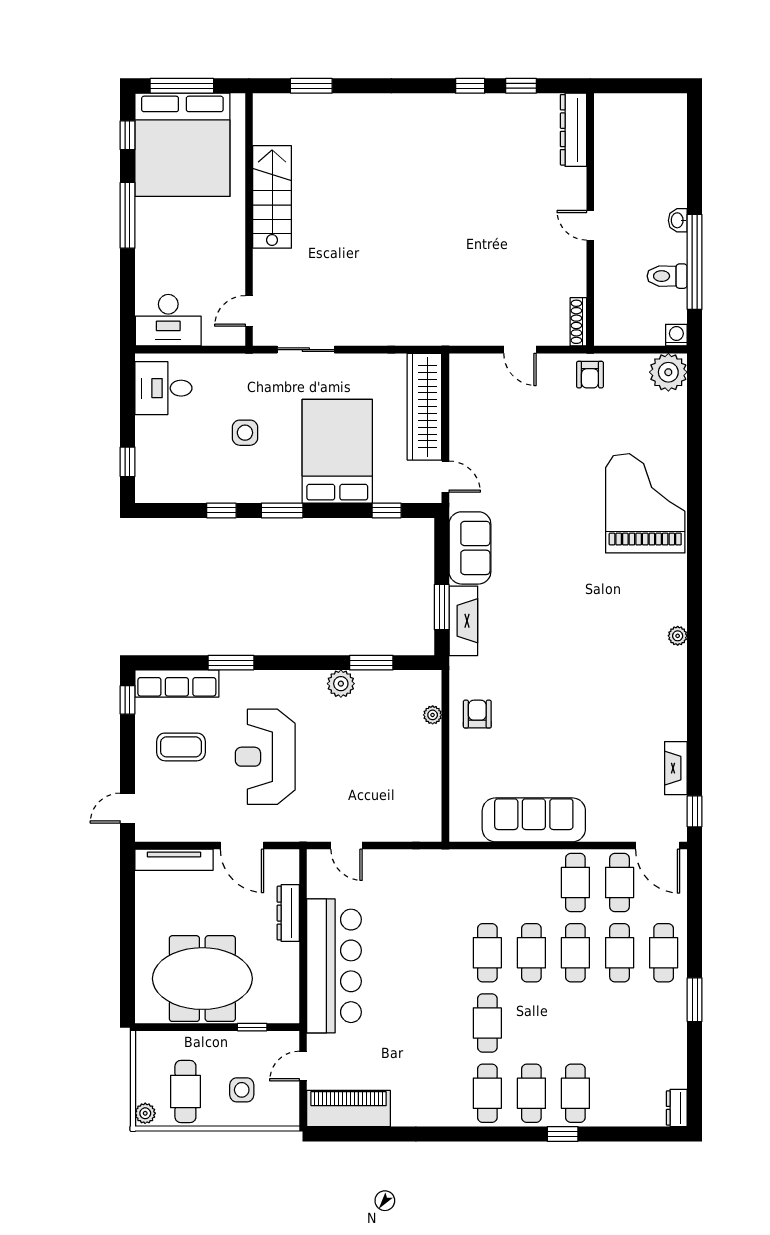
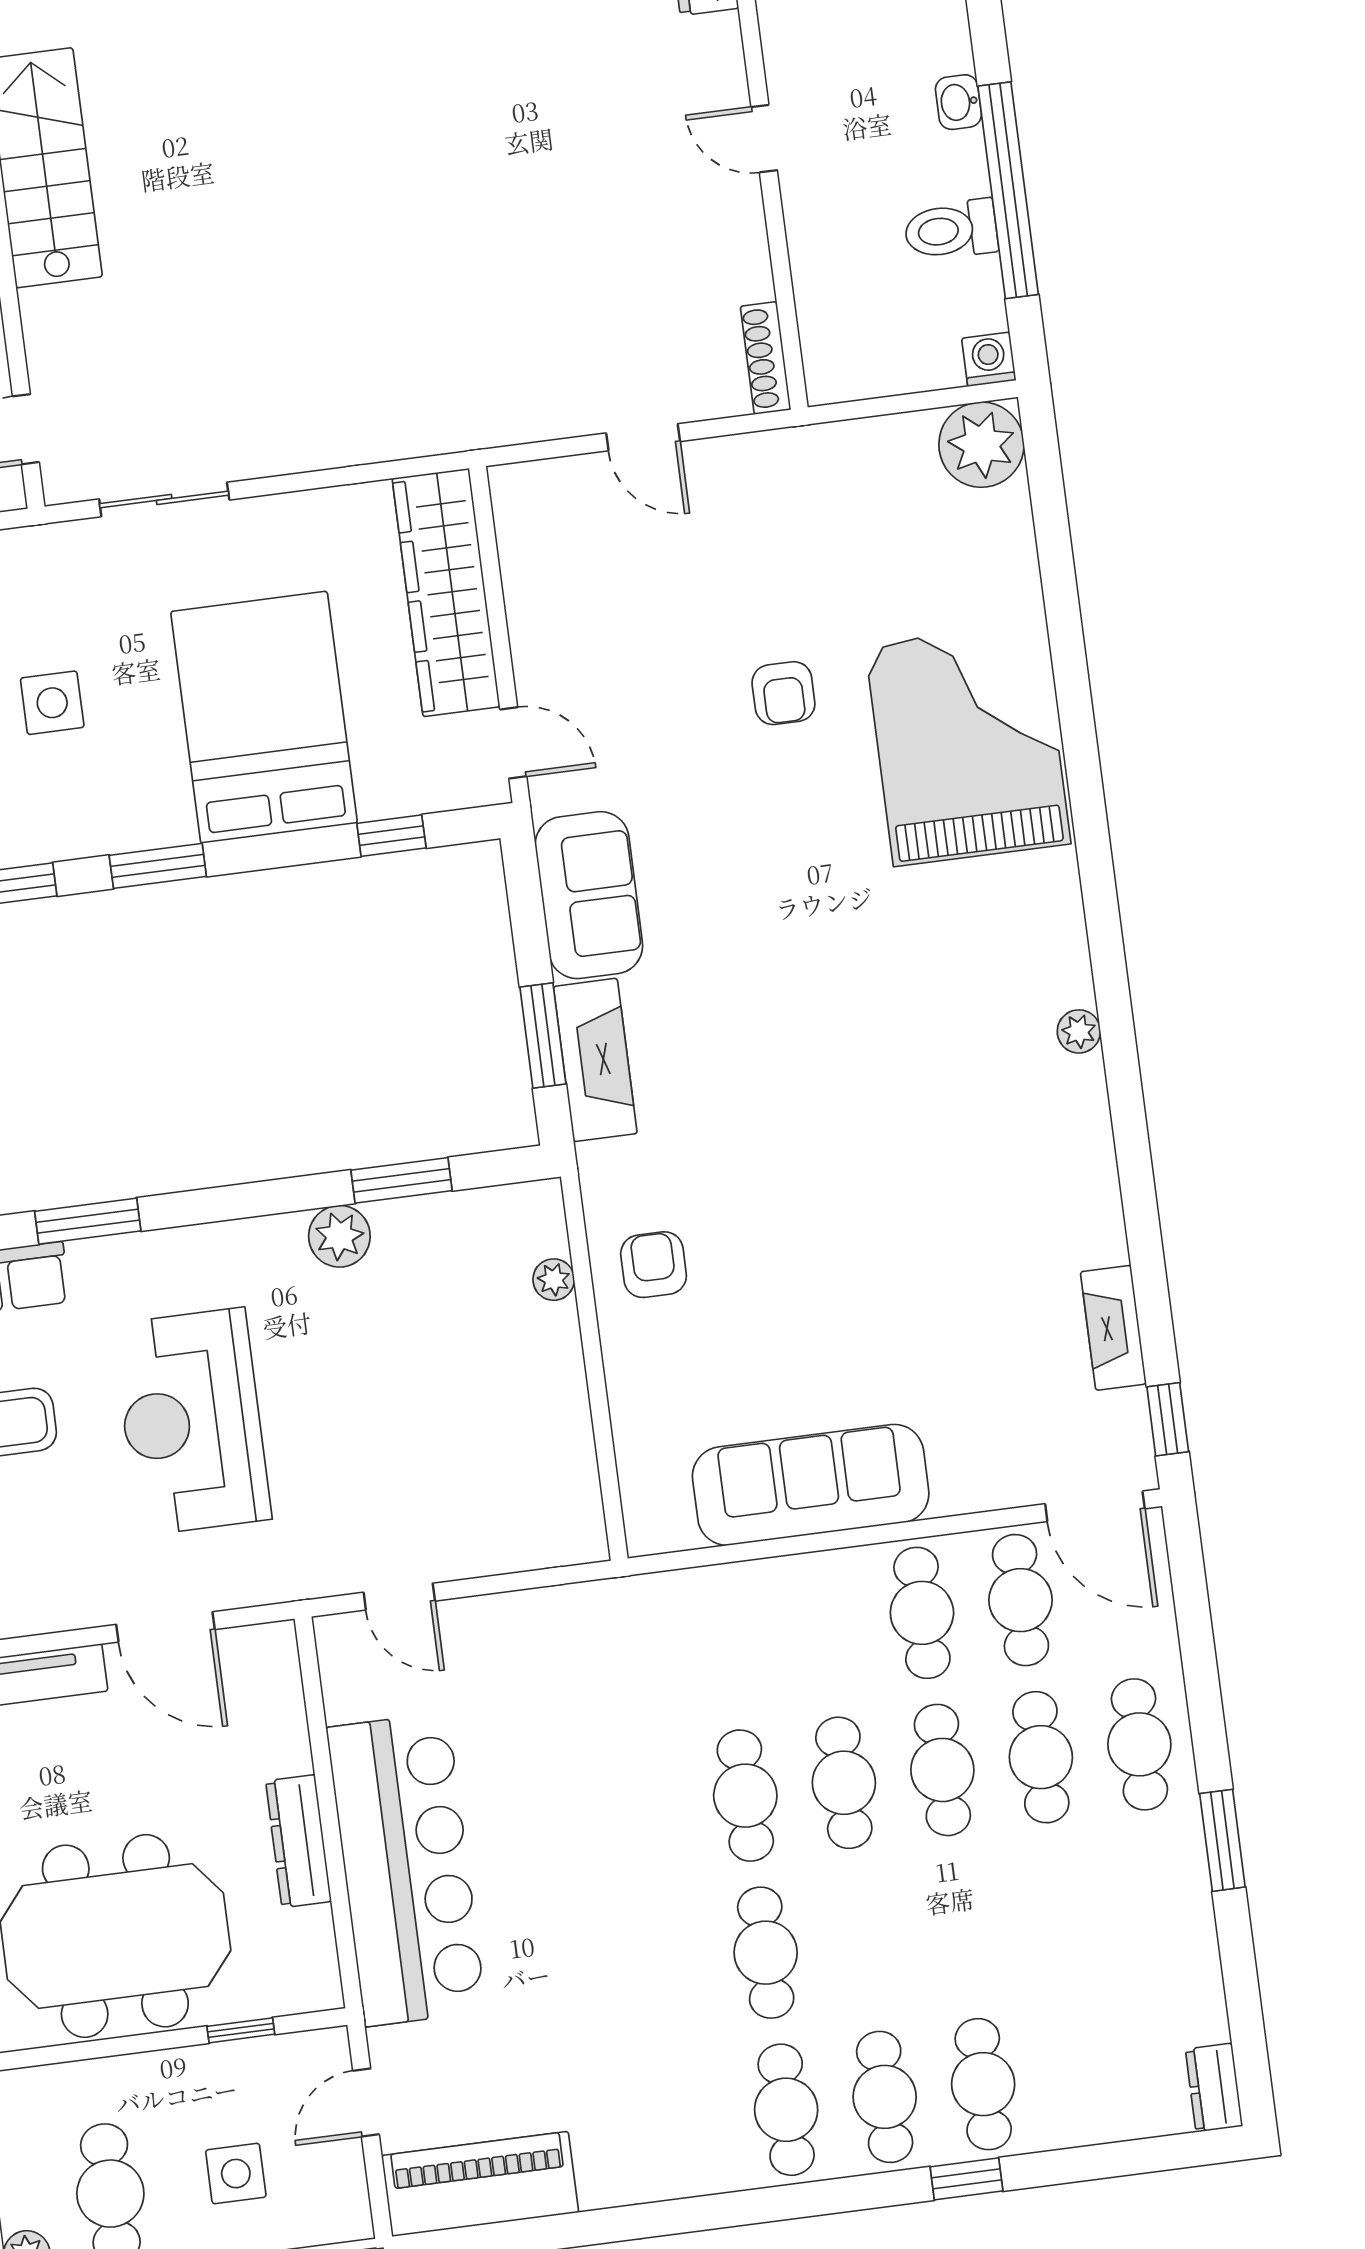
armchair: (590, 375) -> (783, 693), moved
dresser: (288, 913) -> (298, 1841), moved

